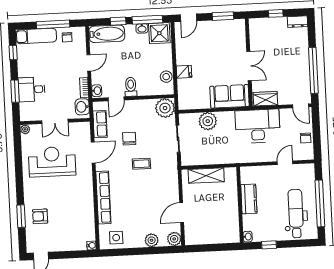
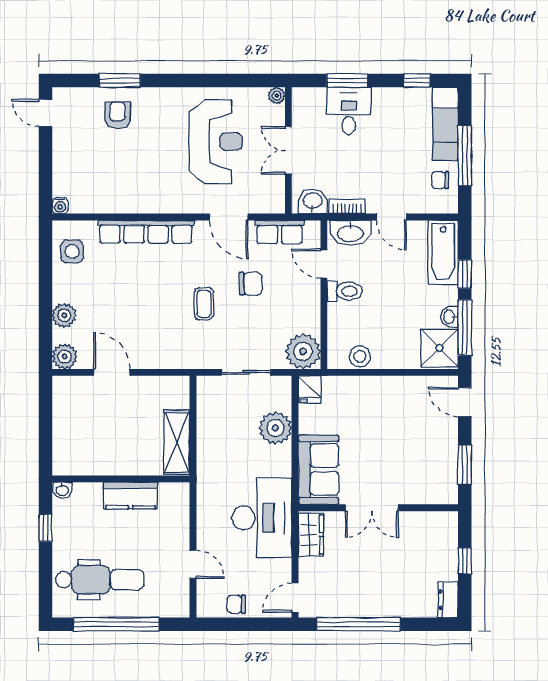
fridge: (184, 72) -> (310, 389), moved
washbasin: (97, 91) -> (350, 233), width x1.91, depth x1.45
shelving: (206, 176) -> (177, 442), moved

